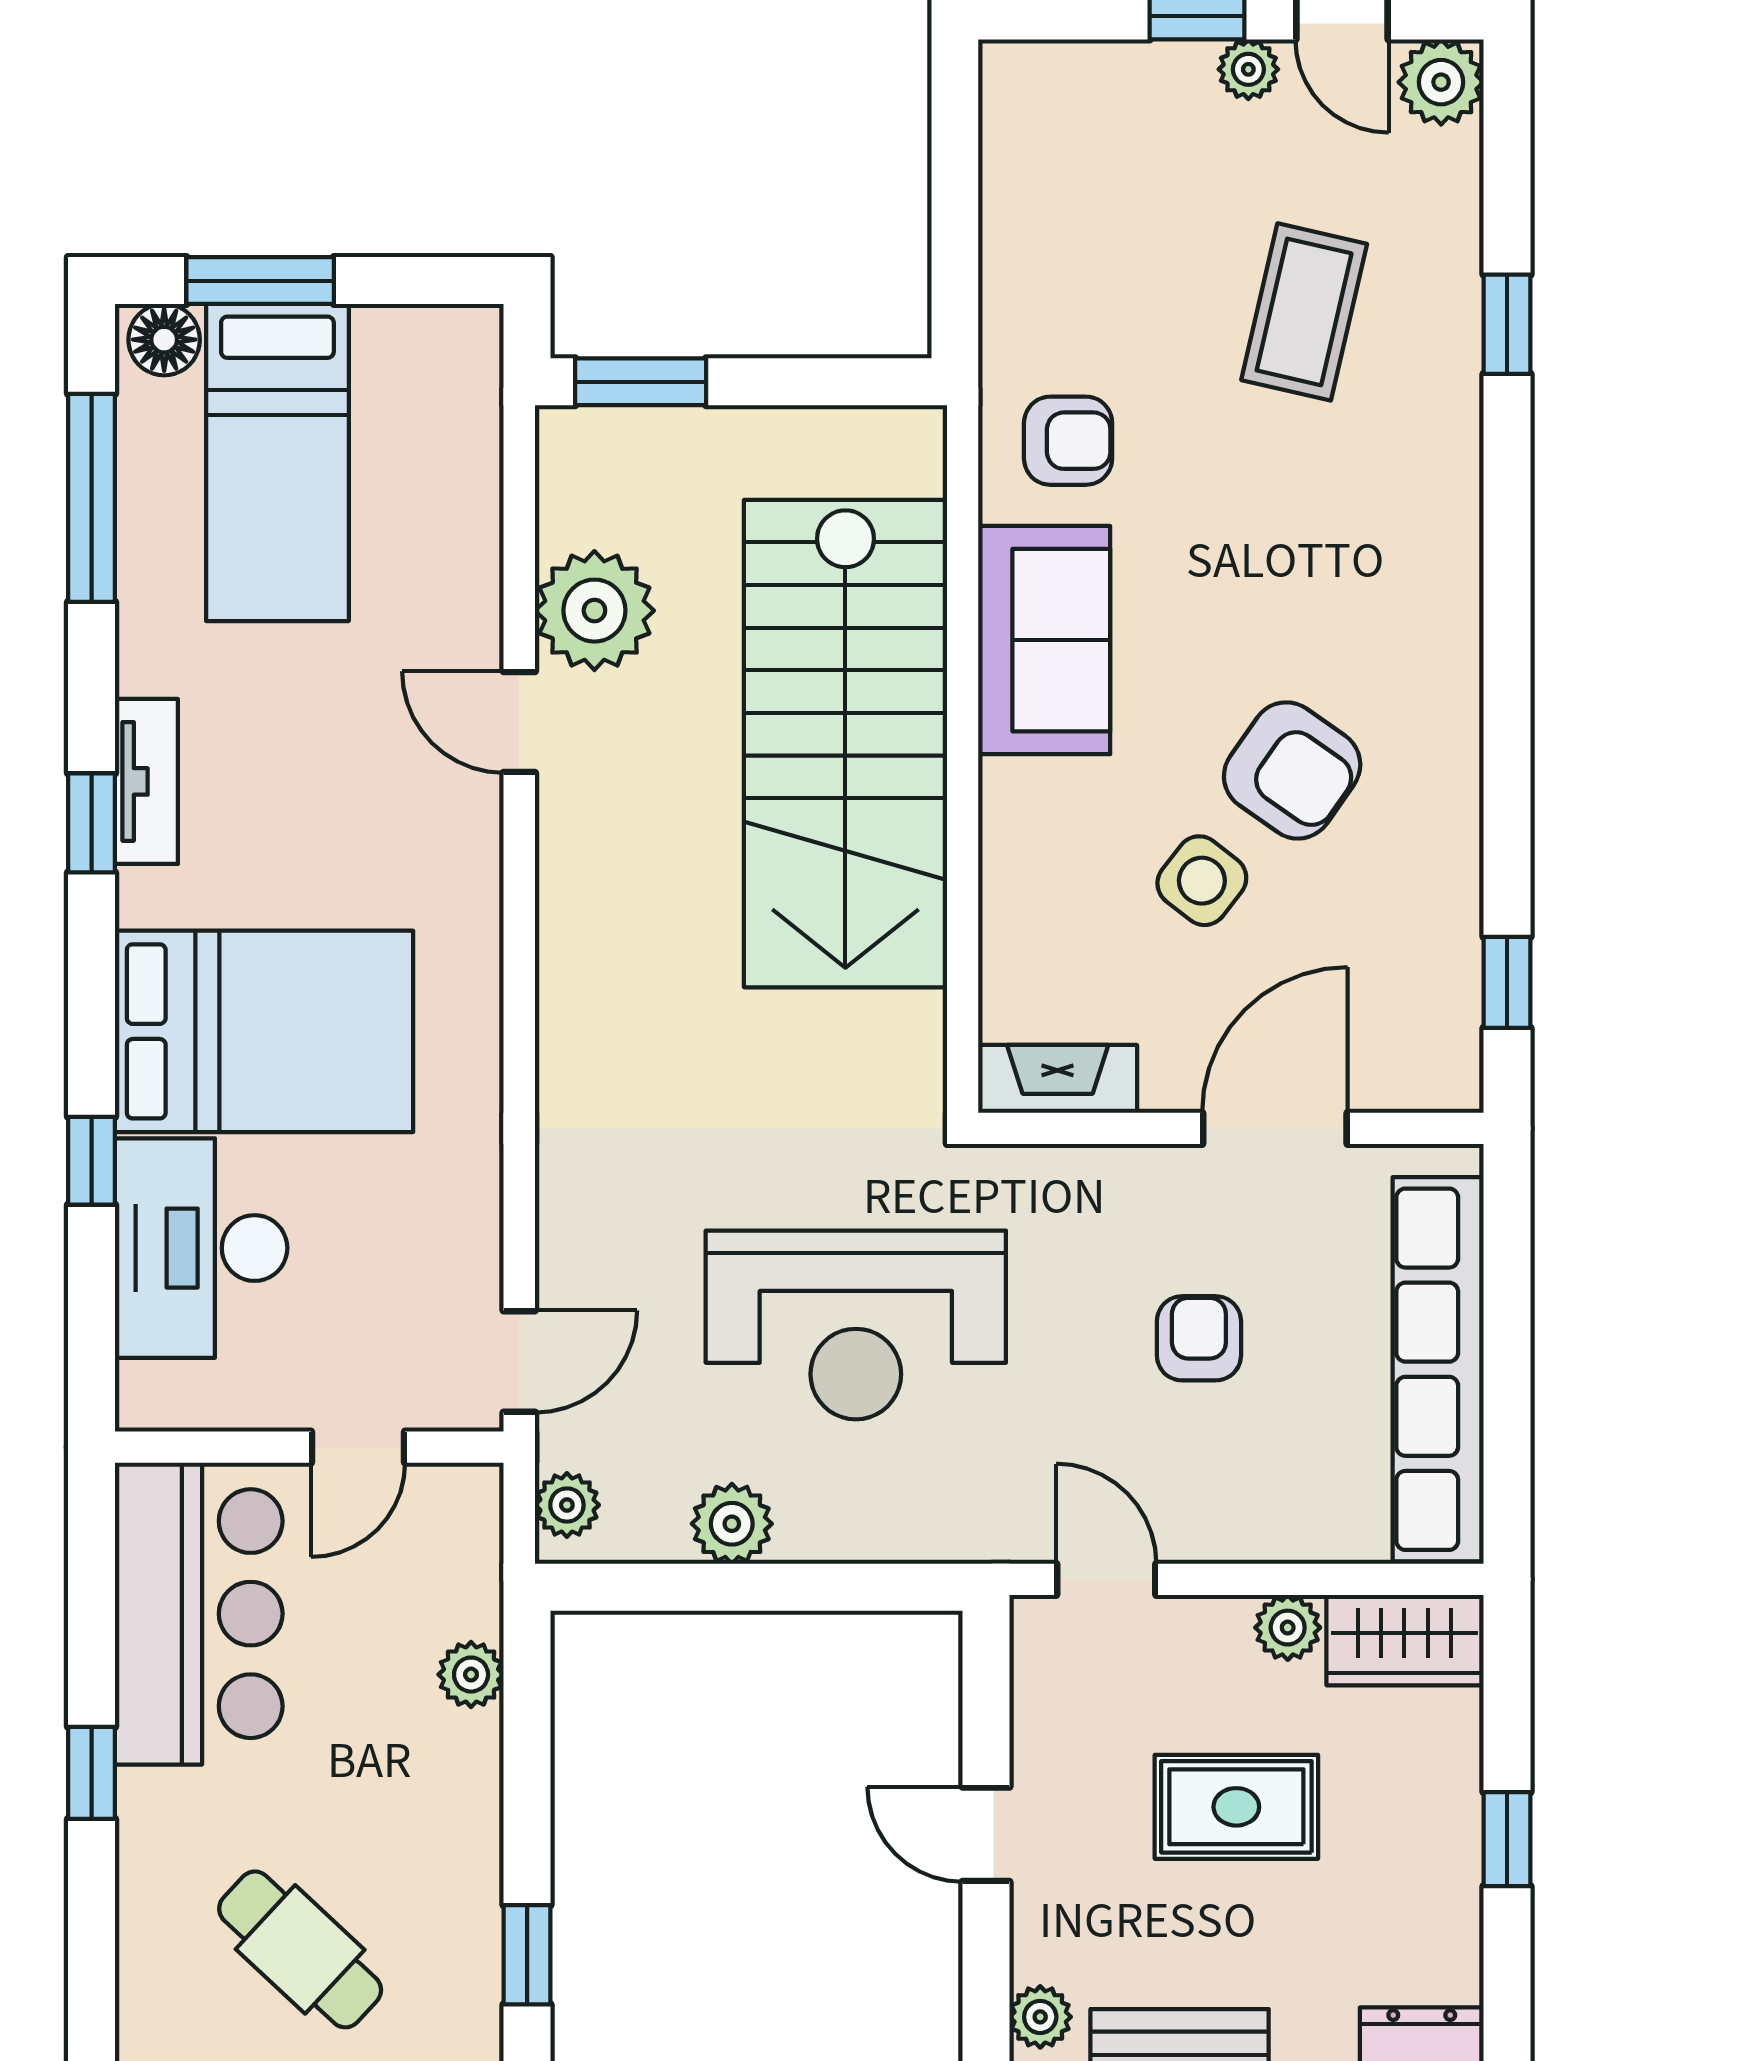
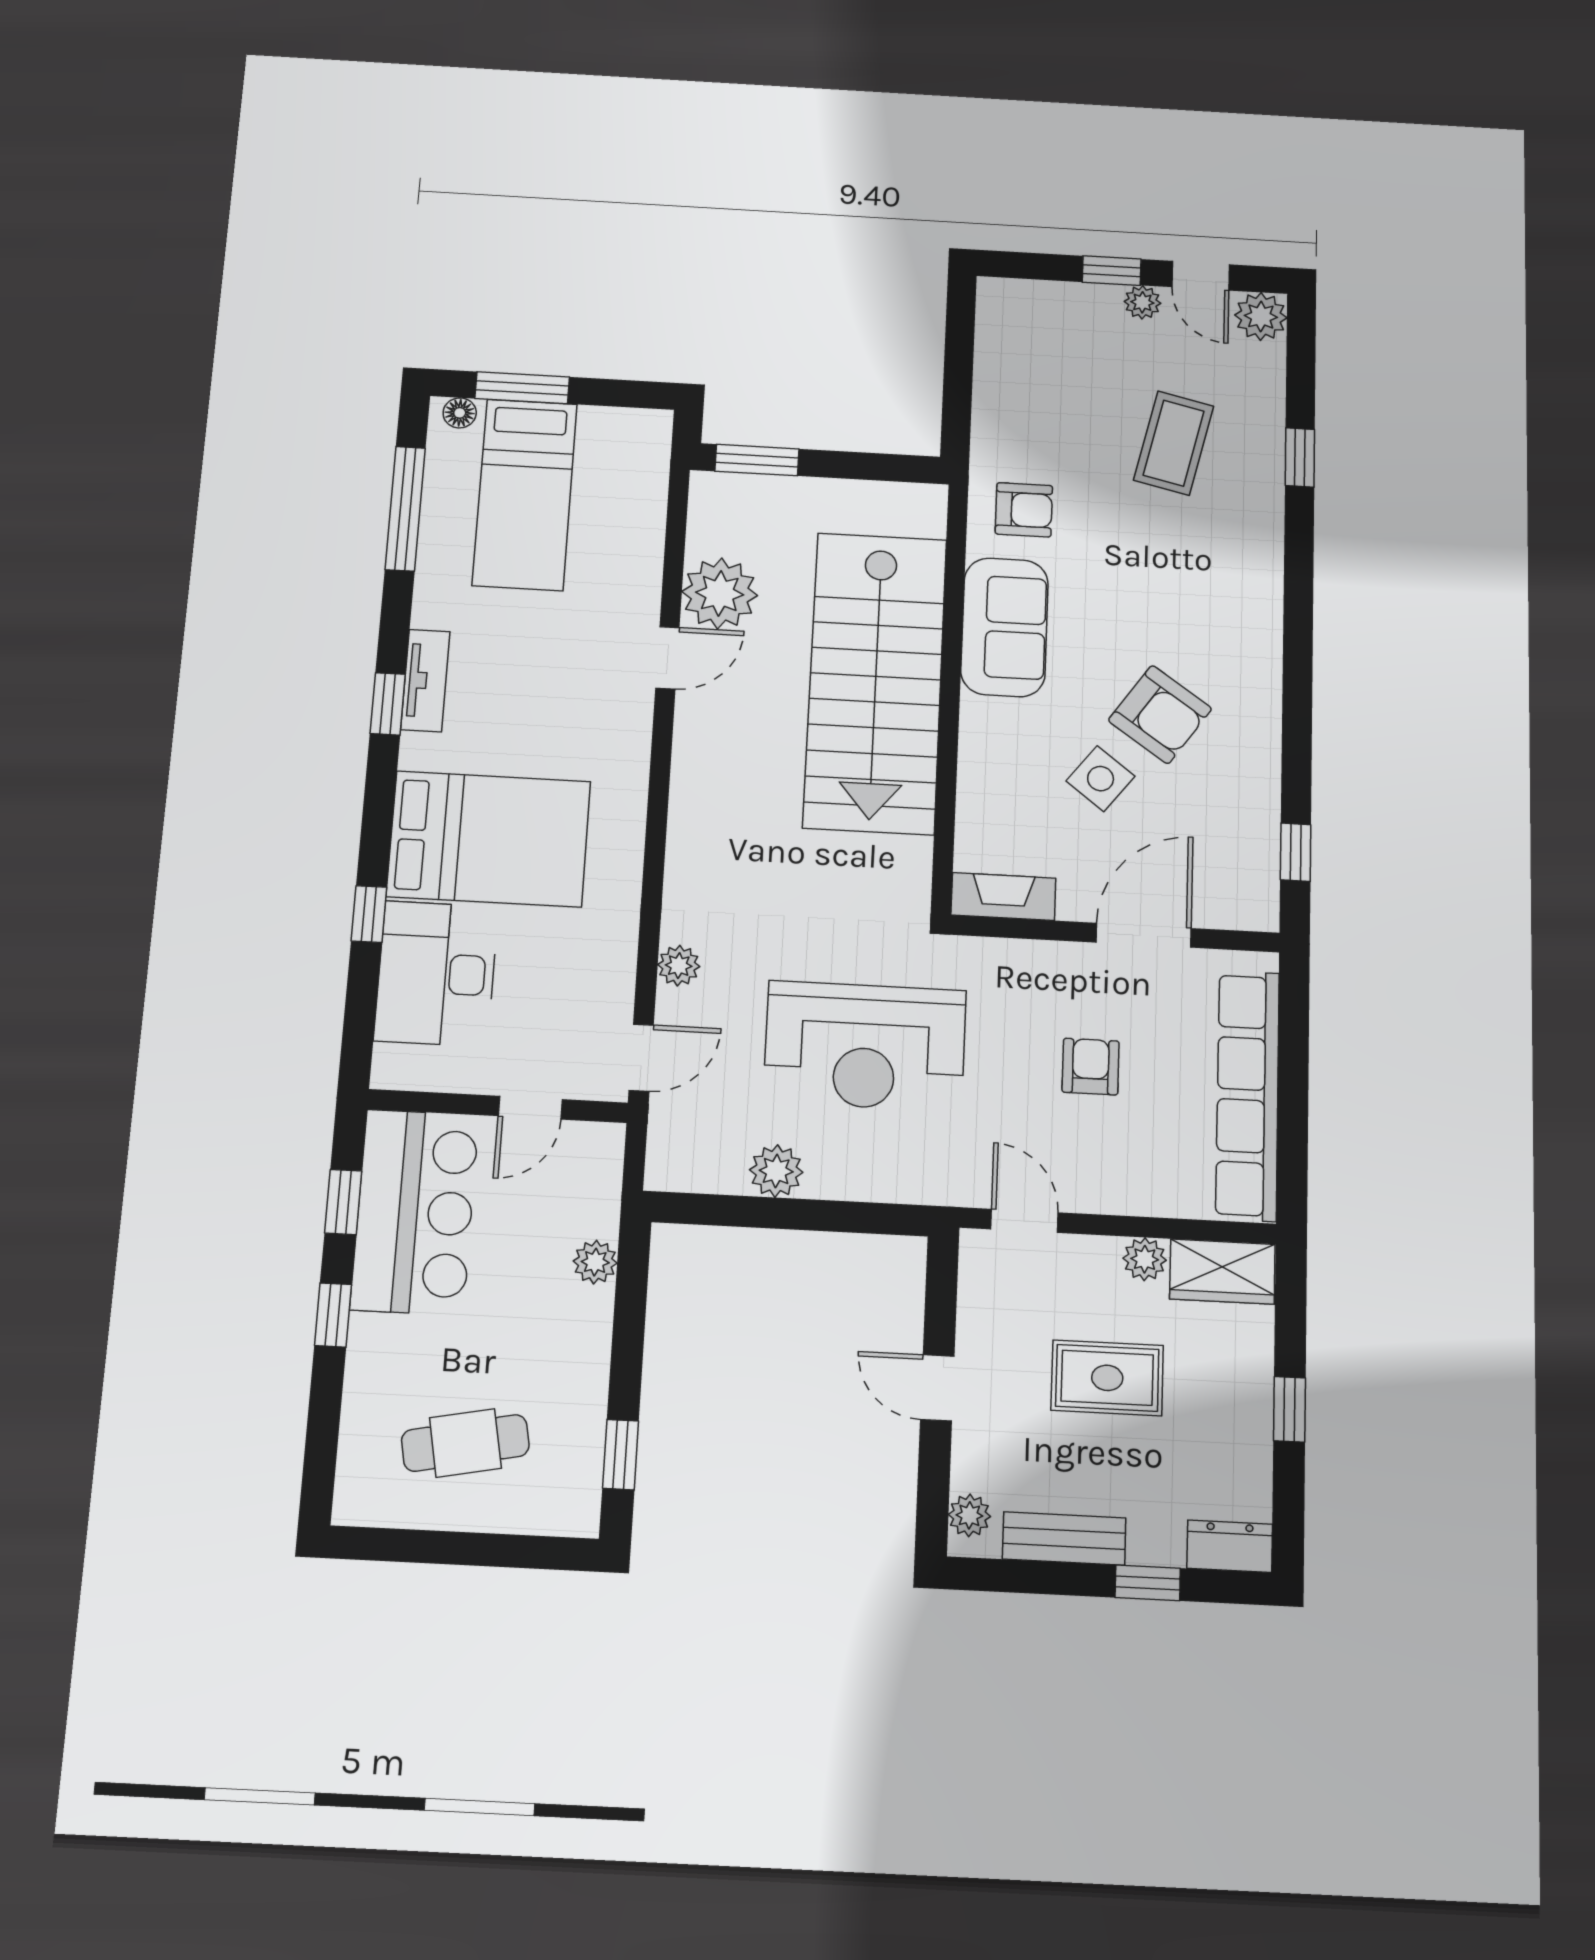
floor lamp: (164, 340) -> (460, 413), width x0.73, depth x0.73
door: (519, 722) -> (667, 658), swing flipped
plant: (567, 1505) -> (679, 966), moved
window: (92, 1604) -> (343, 1202), added
cafe table: (300, 1949) -> (465, 1443), turned -54

